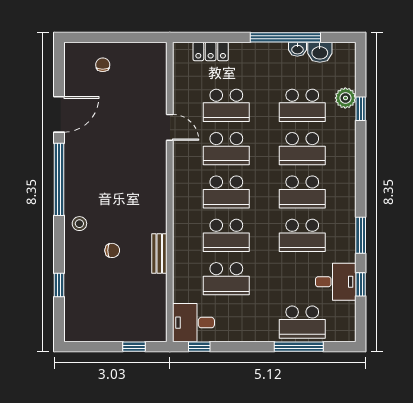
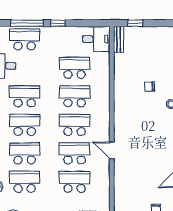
door: (170, 127) -> (112, 150), moved
bench: (159, 253) -> (119, 39), moved
window: (199, 347) -> (58, 23), moved

